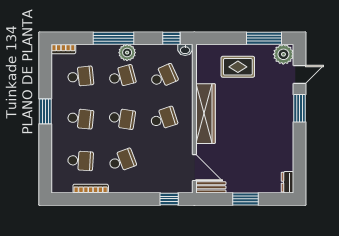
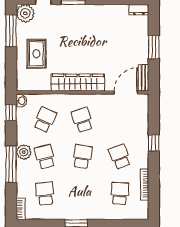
school desk: (164, 76) -> (45, 120), turned 48
school desk: (80, 119) -> (82, 193), removed
window: (169, 199) -> (154, 143), moved

